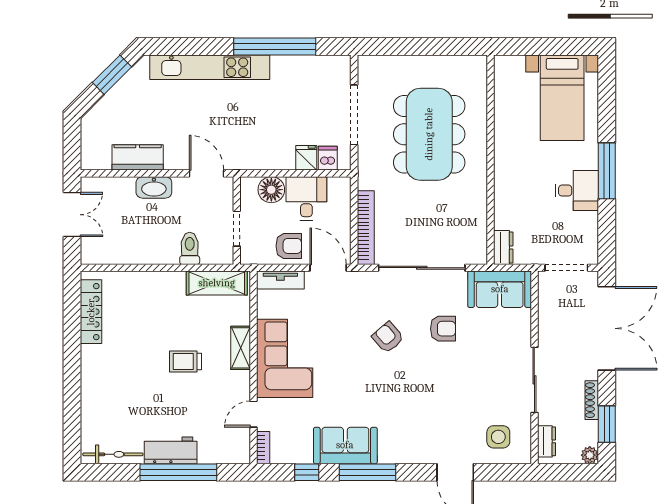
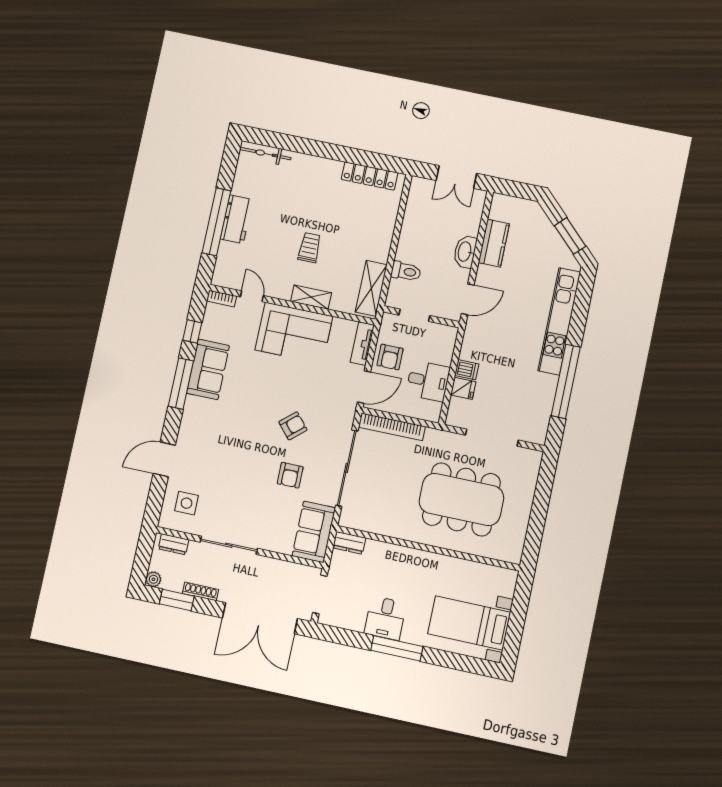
dishwasher: (328, 158) -> (467, 370), moved
floor lamp: (271, 190) -> (442, 352), removed
bicycle: (113, 454) -> (265, 154), moved, turned 90

